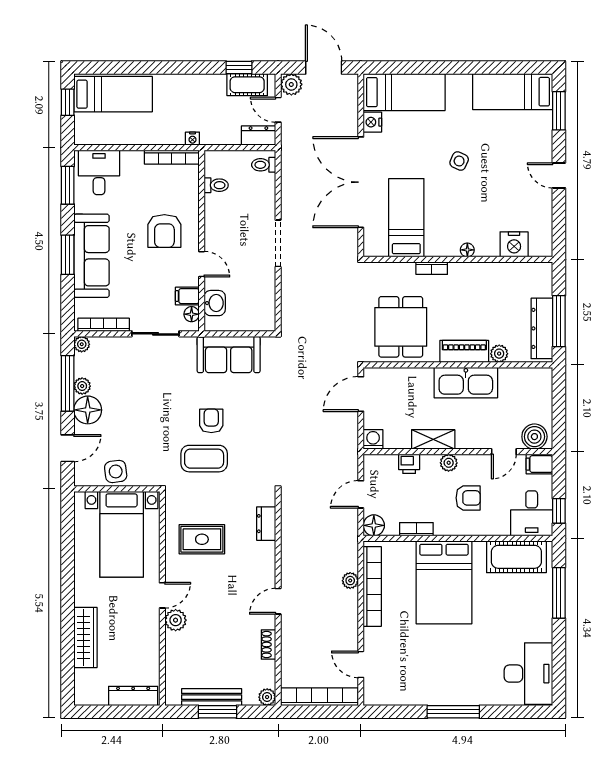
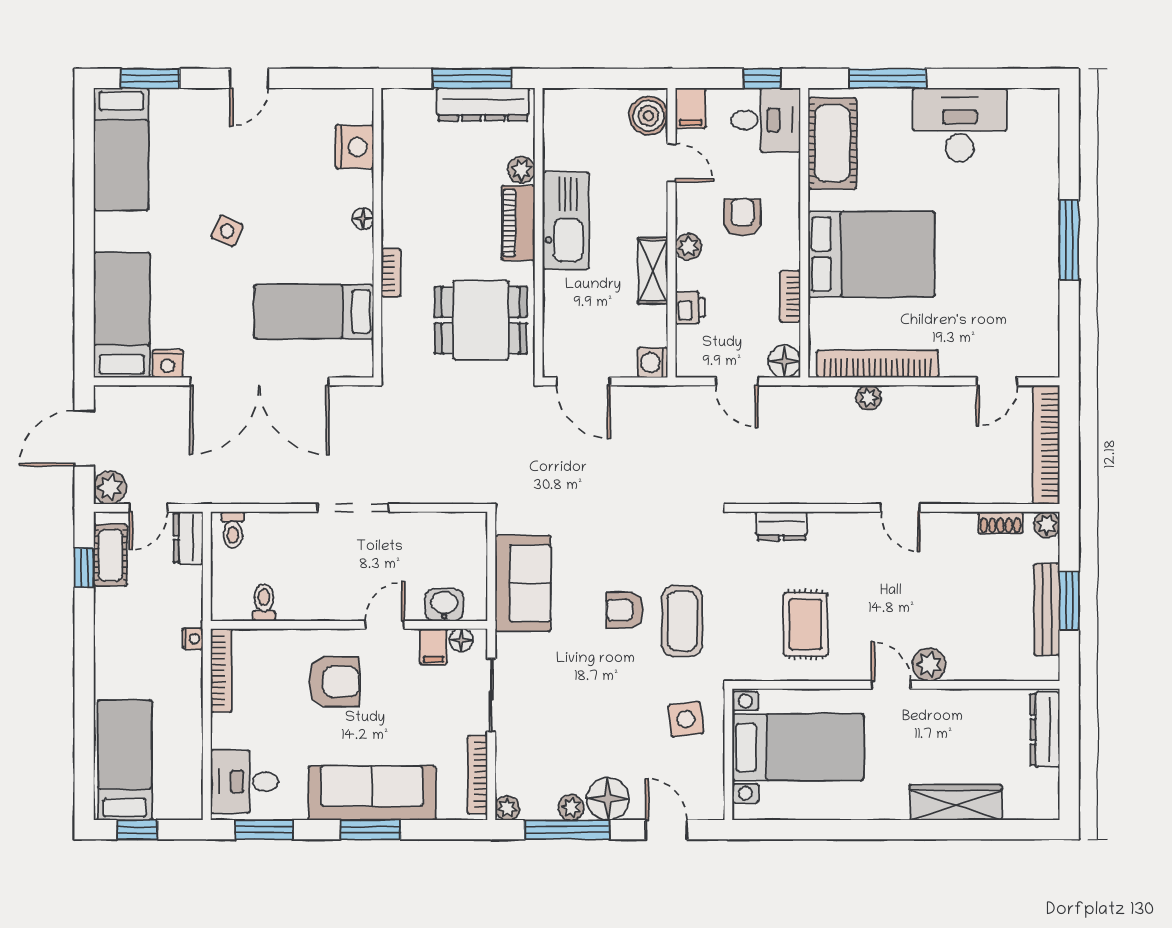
side table: (116, 471) -> (686, 719), moved
shoe rack: (268, 644) -> (1000, 523), moved
desk: (528, 674) -> (960, 125), moved

